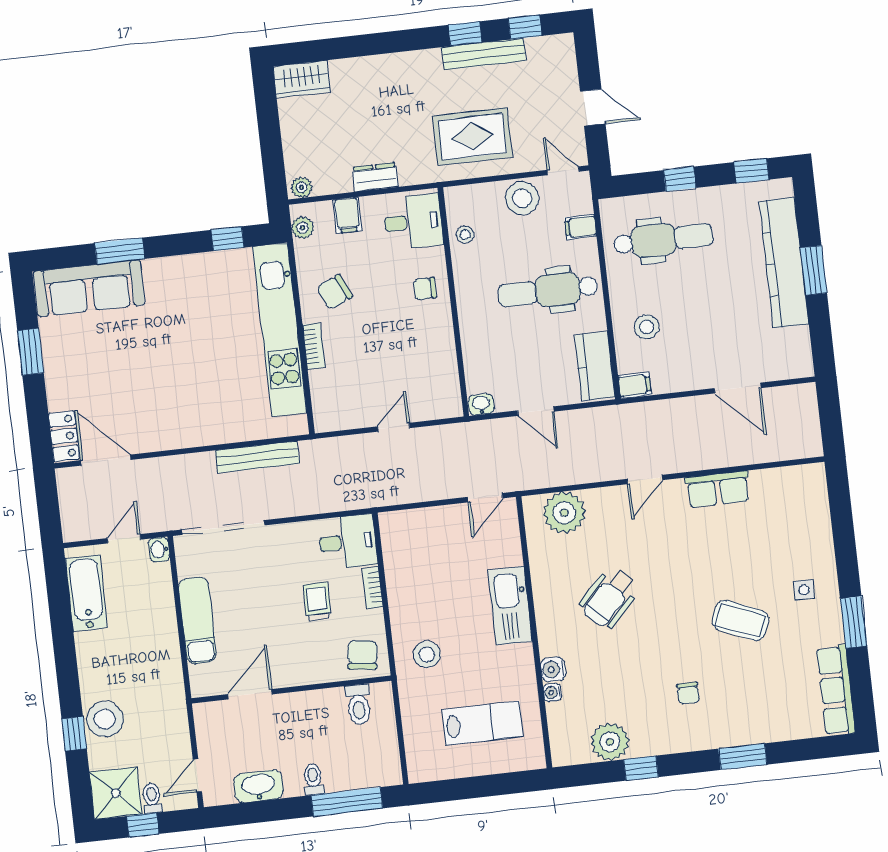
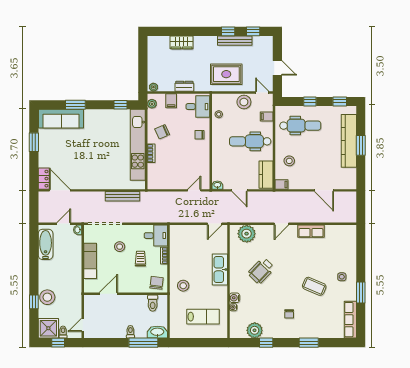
wardrobe: (302, 79) -> (181, 42), moved
door: (394, 427) -> (194, 190), moved
stool: (264, 578) -> (120, 247), added
washbasin: (258, 786) -> (157, 332), moved

